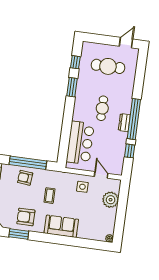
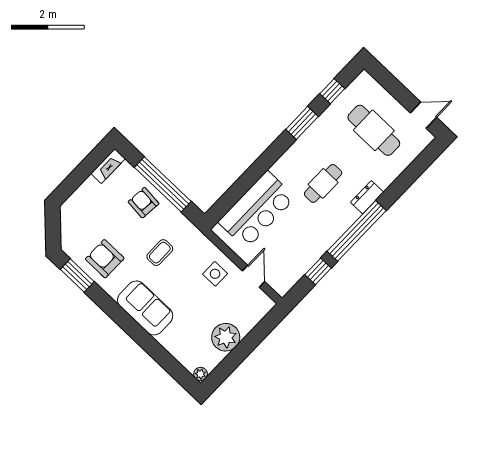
dresser: (124, 123) -> (367, 197), moved
plant: (111, 200) -> (226, 337), moved

